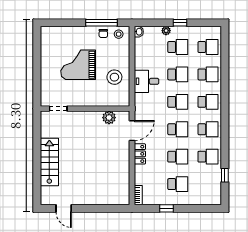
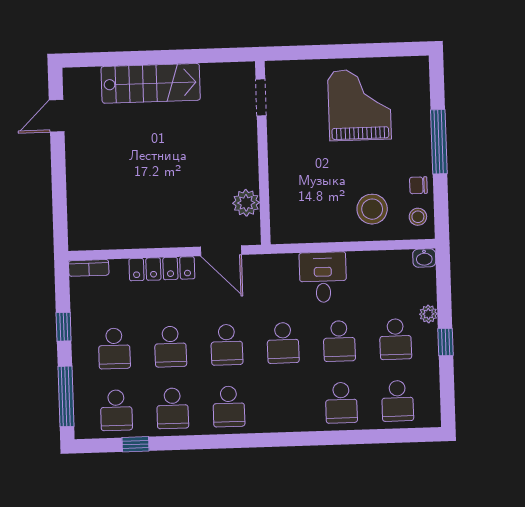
window: (101, 23) -> (439, 142), moved
grand piano: (78, 65) -> (359, 105), moved
stool: (114, 77) -> (372, 209), moved
school desk: (208, 102) -> (116, 410), moved
locker: (140, 154) -> (162, 269), width x1.53
window: (200, 208) -> (66, 396), added

